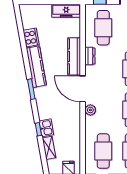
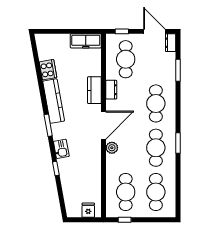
kitchen counter: (74, 56) -> (94, 90), width x0.67
door: (83, 89) -> (104, 125), swing flipped
kitchen sink: (46, 128) -> (61, 149), moved
shelving: (49, 148) -> (67, 189), removed

